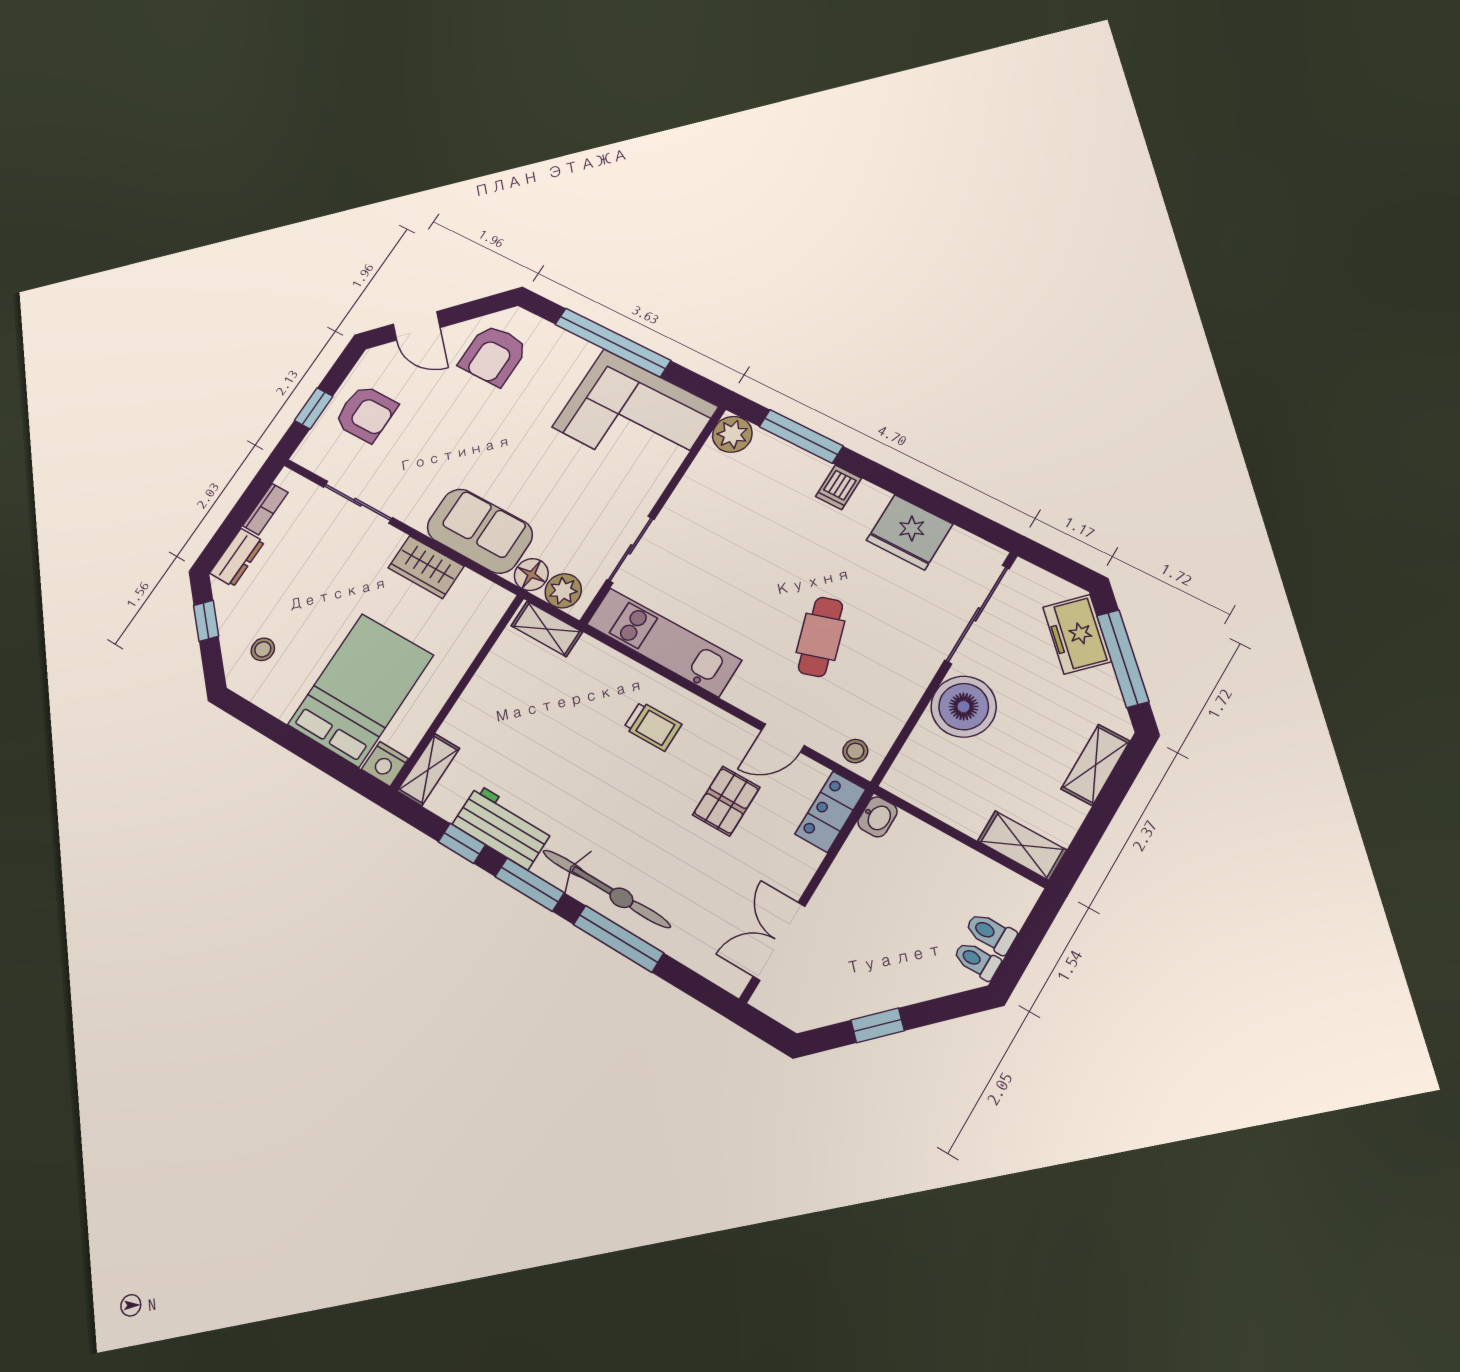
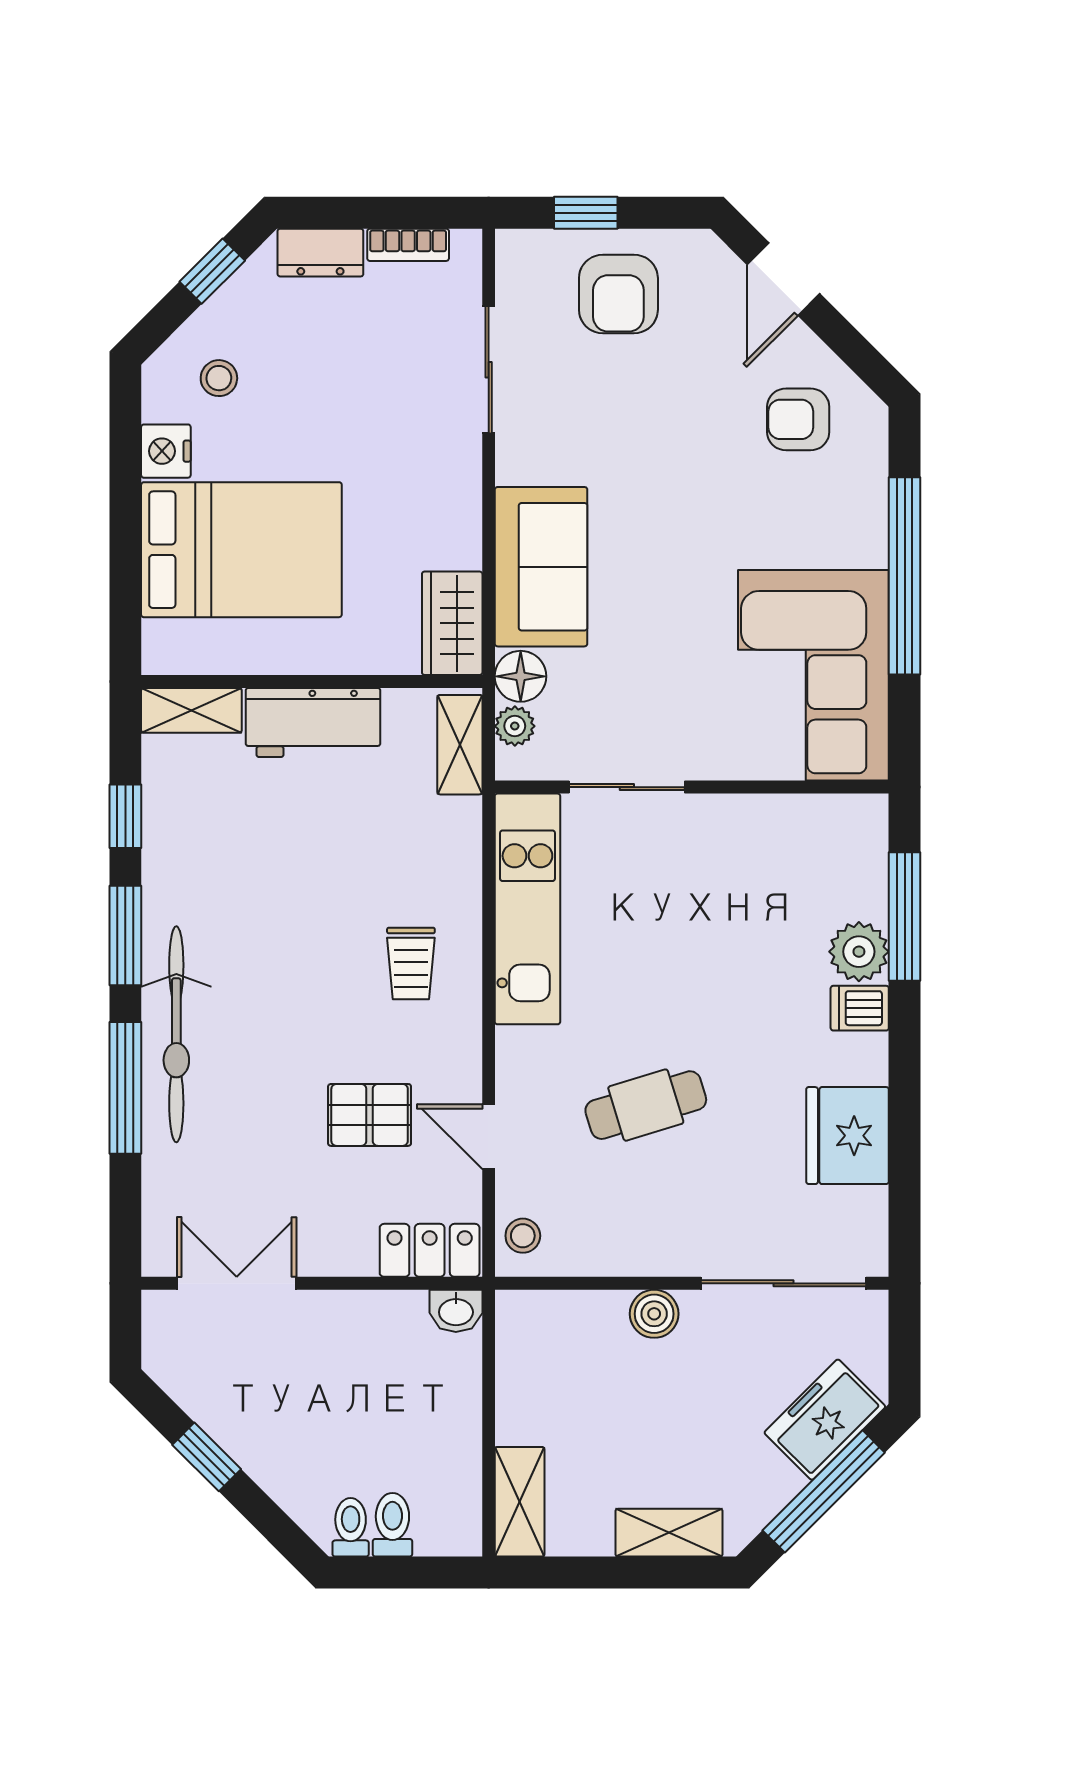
armchair: (493, 355) -> (798, 419), width x0.72, depth x0.72
plant: (732, 434) -> (859, 952), moved
wardrobe: (426, 567) -> (452, 623), moved
plant: (563, 591) -> (515, 726), width x0.73, depth x0.73
boiler: (964, 707) -> (654, 1314), width x0.54, depth x0.54
nightstand: (385, 764) -> (166, 451), moved
workbench: (503, 827) -> (313, 723), moved, turned 90

